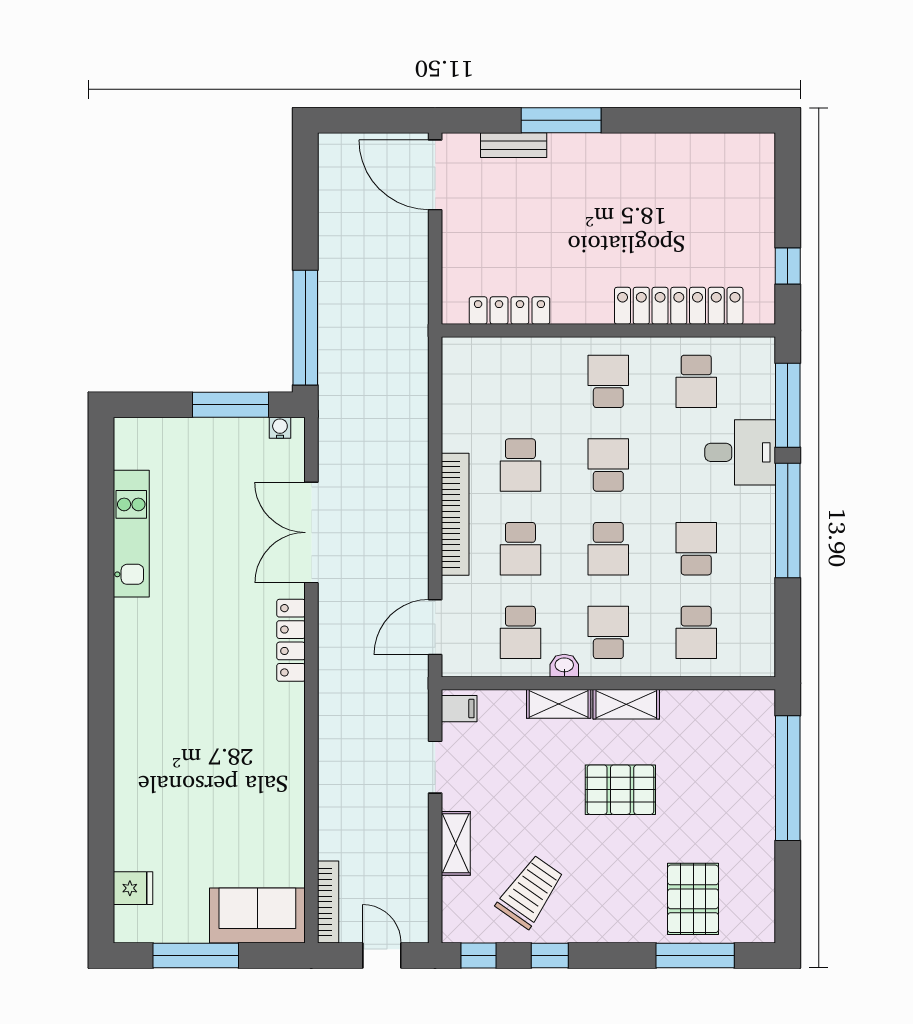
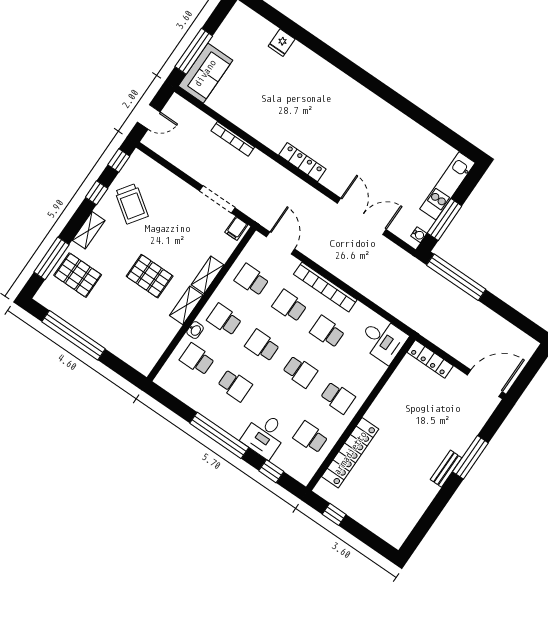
bench: (514, 145) -> (446, 469), moved
locker: (509, 310) -> (430, 359), moved, turned 90
desk: (475, 373) -> (383, 340), added
window: (788, 405) -> (271, 471), width x0.46
kitchen unit: (131, 534) -> (448, 186), moved, turned 90
school desk: (608, 632) -> (224, 320), turned 180
locker: (291, 640) -> (302, 162), moved
washbasin: (564, 666) -> (195, 330), moved
doorway: (435, 767) -> (217, 199), width x1.38
window: (788, 778) -> (74, 335), moved
pallet: (620, 790) -> (150, 276), turned 90
shelving: (456, 843) -> (89, 230), moved, turned 90
fridge: (133, 888) -> (282, 43), moved
bookcase: (328, 902) -> (233, 139), moved
window: (196, 955) -> (194, 51), moved

